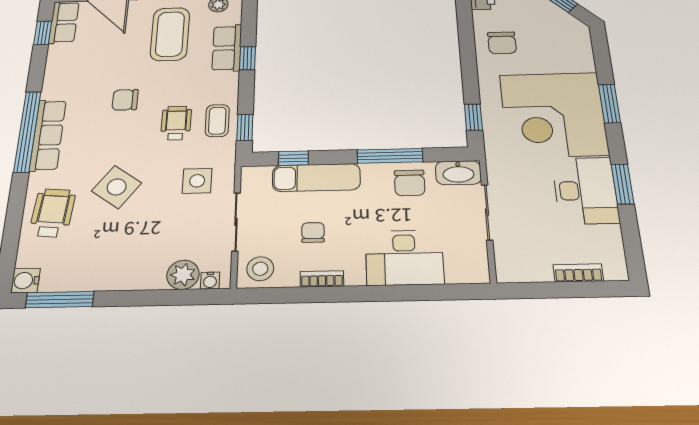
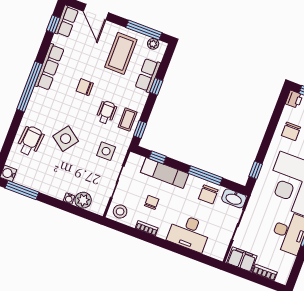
row of seats: (48, 135) -> (49, 67), moved
filing cabinet: (524, 267) -> (242, 259), added
water cooler: (210, 281) -> (69, 198), moved

